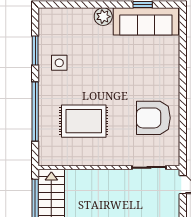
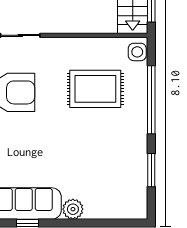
side table: (59, 63) -> (137, 52), moved

